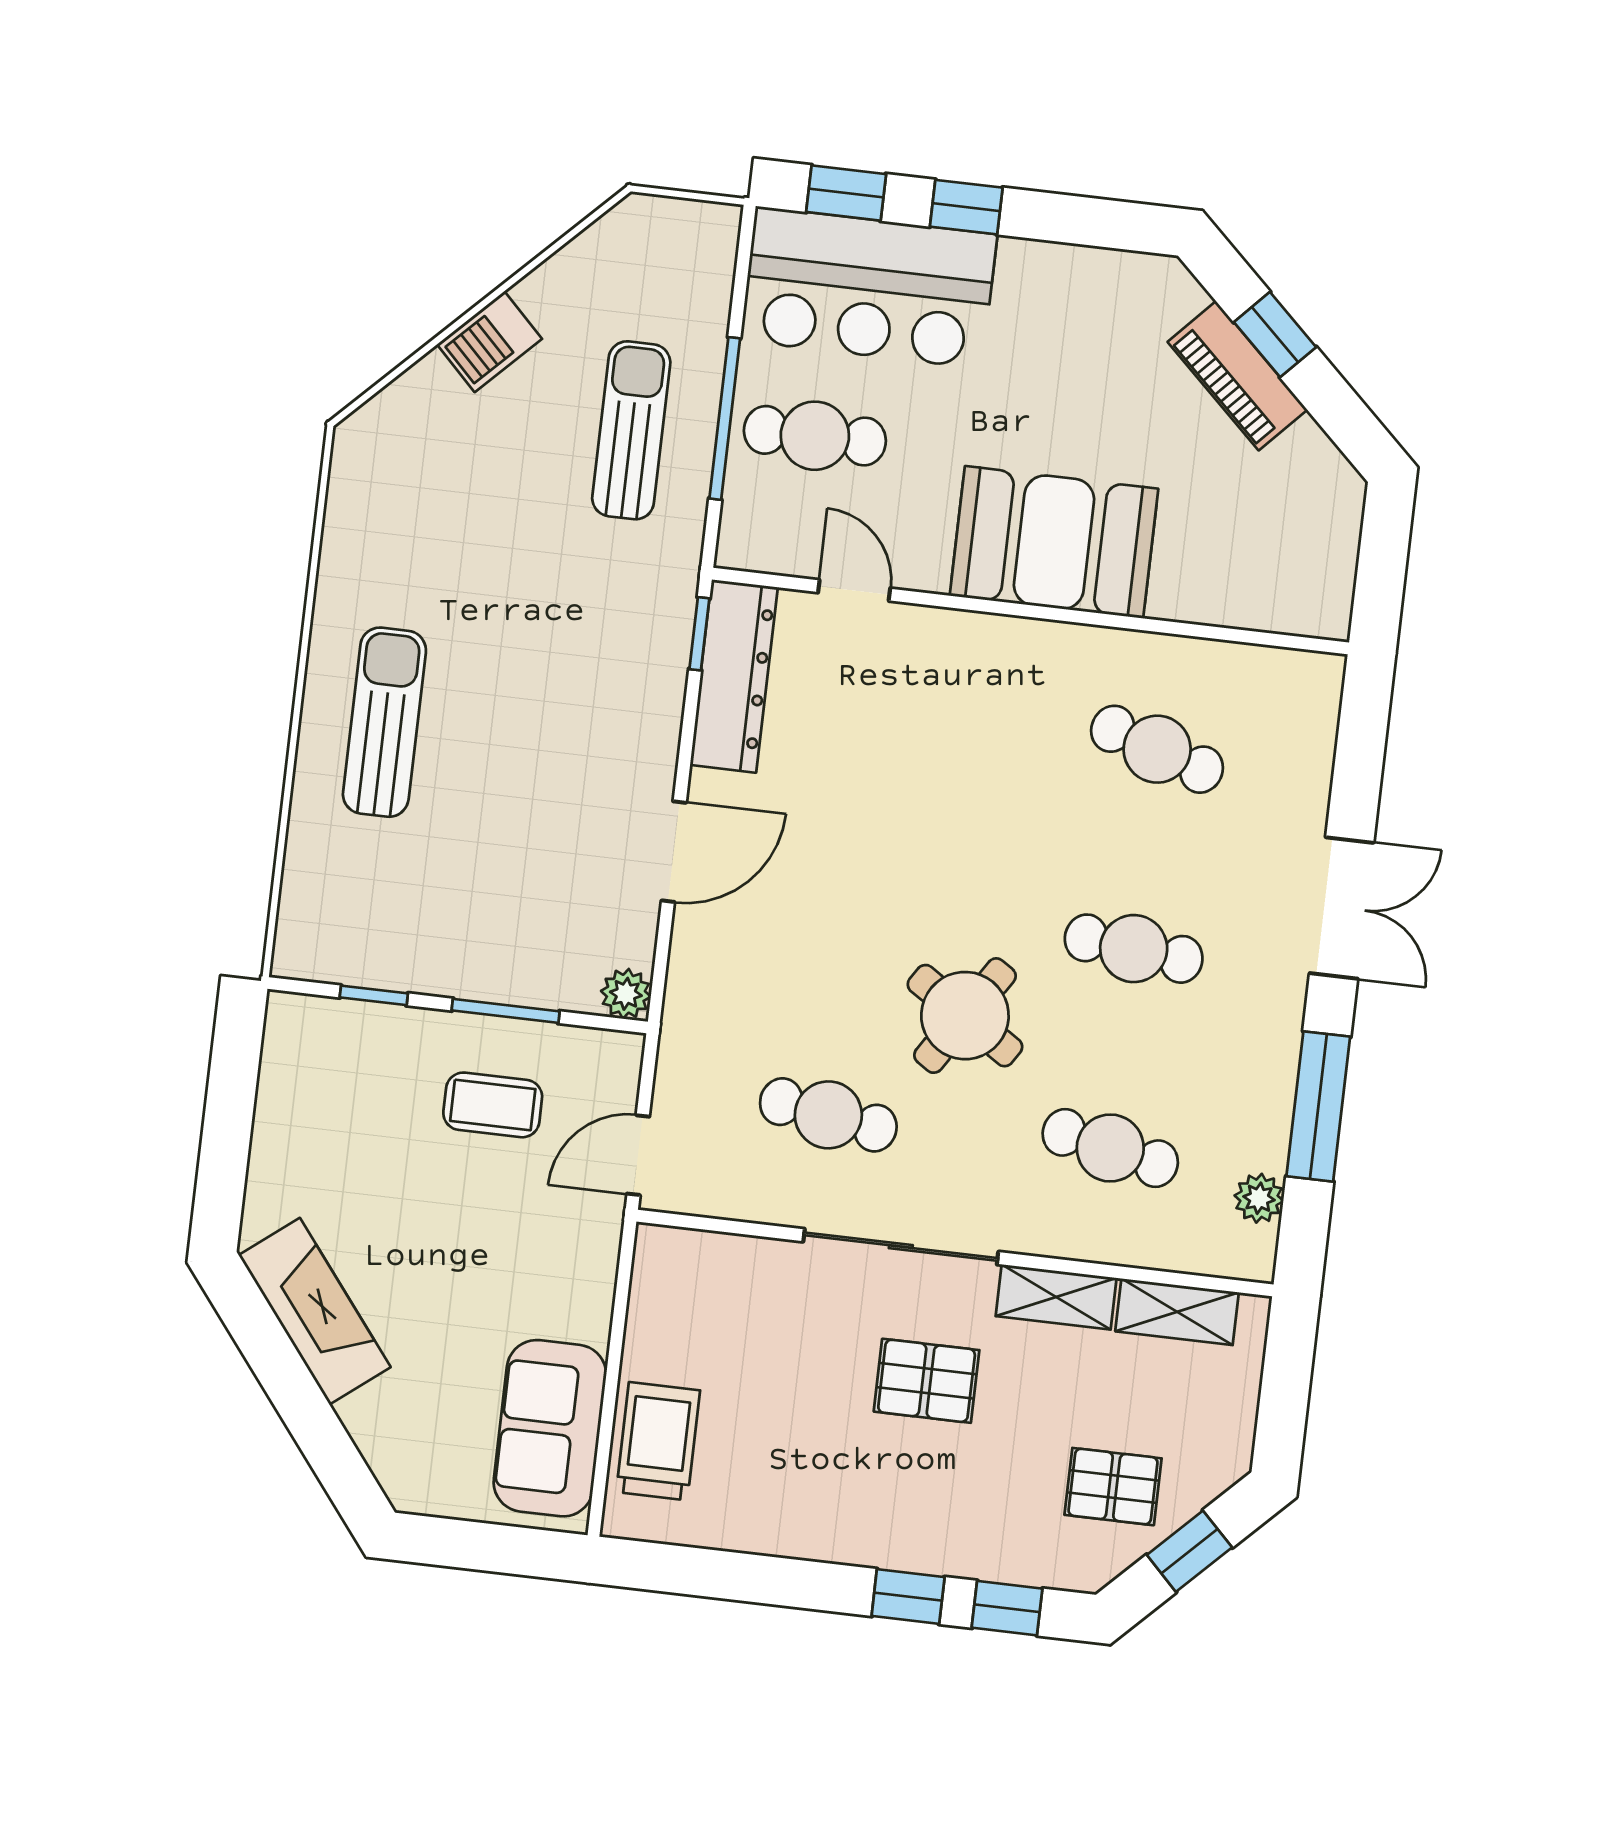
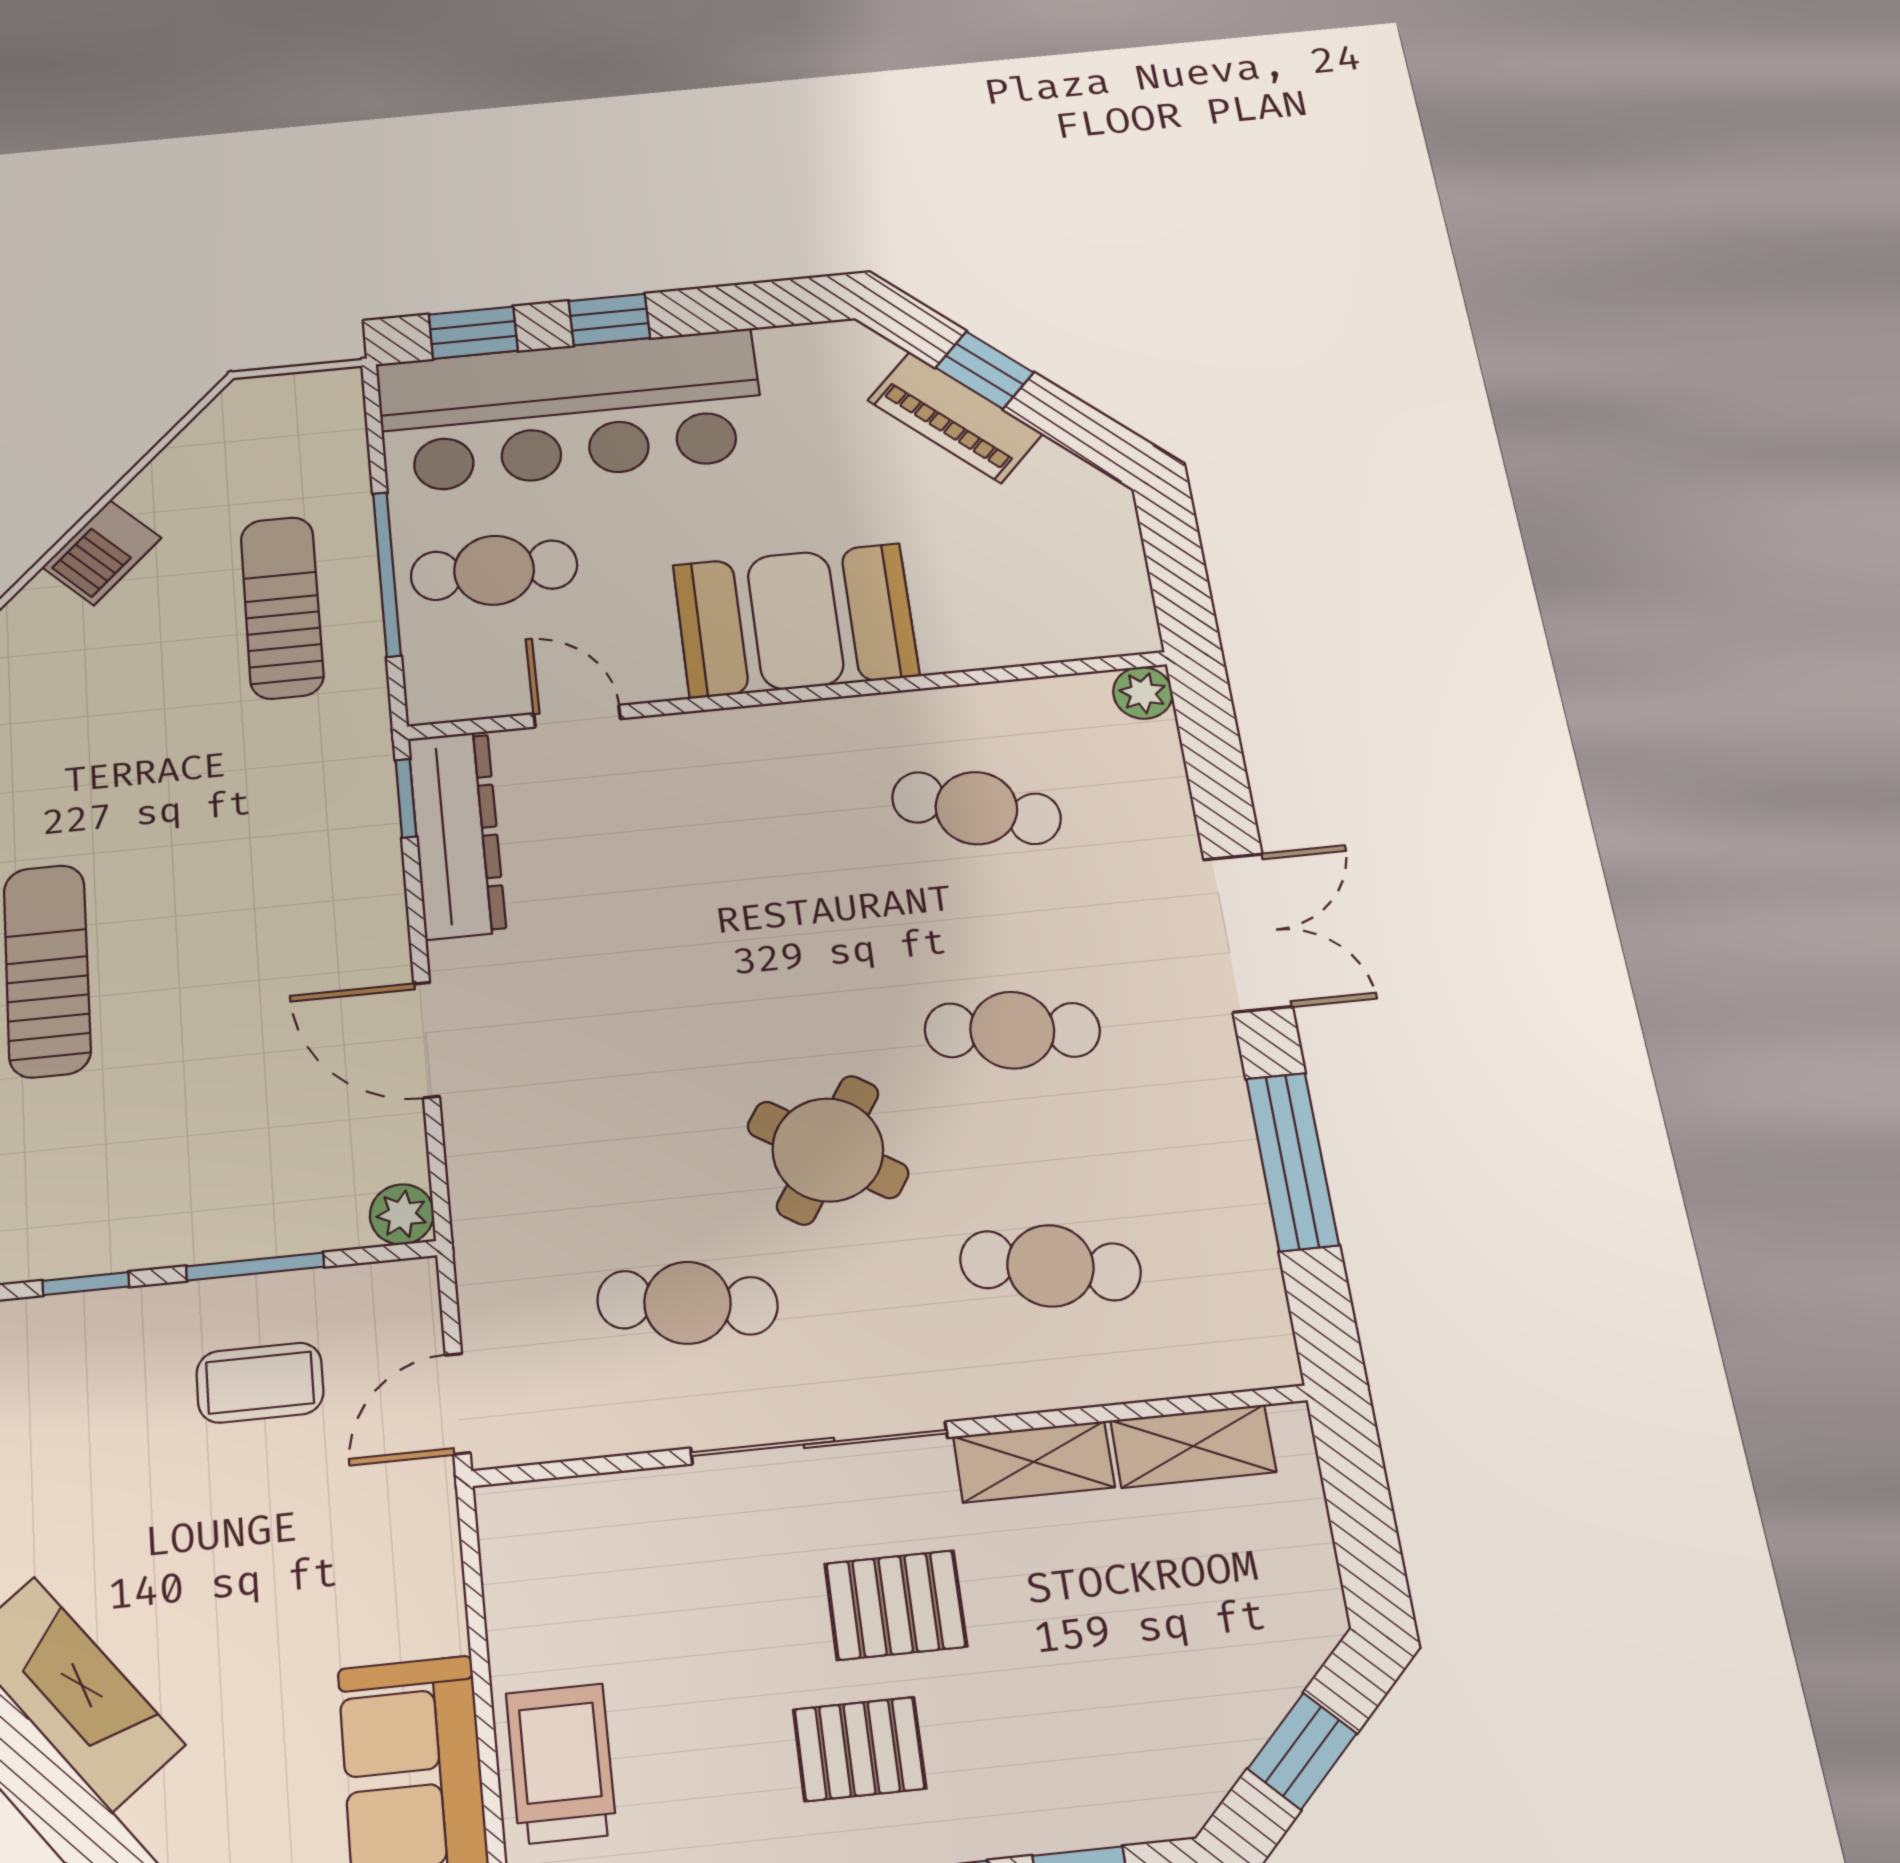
bar counter: (869, 288) -> (571, 411), width x1.36
door: (674, 852) -> (427, 1040), swing flipped
plant: (1259, 1198) -> (1143, 693), moved
pallet: (1113, 1487) -> (859, 1749), moved

